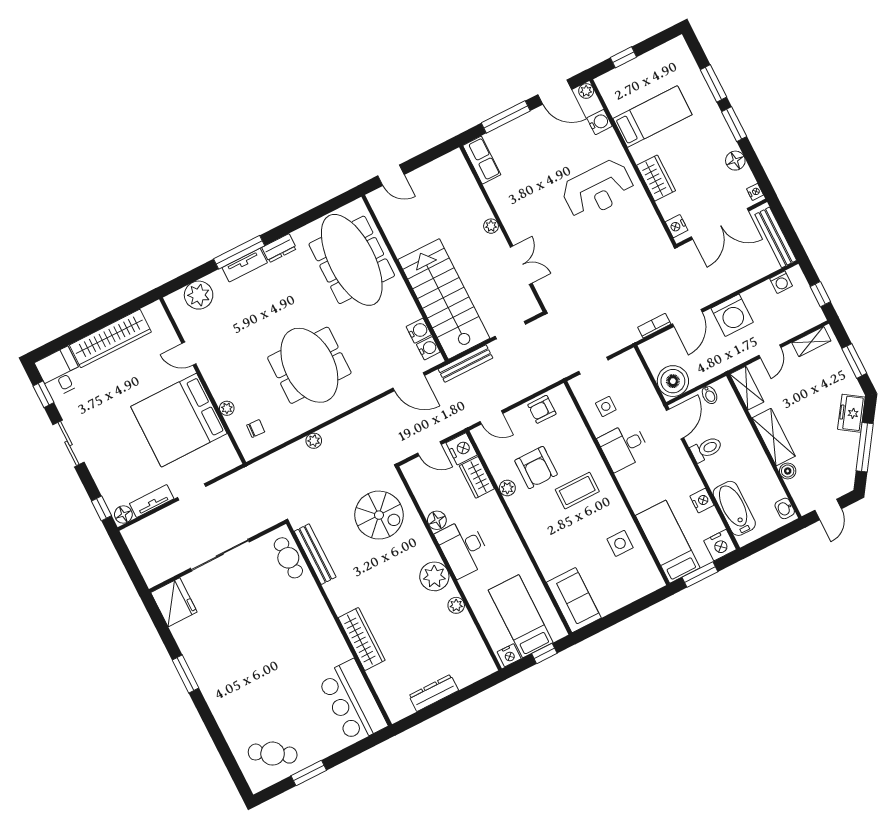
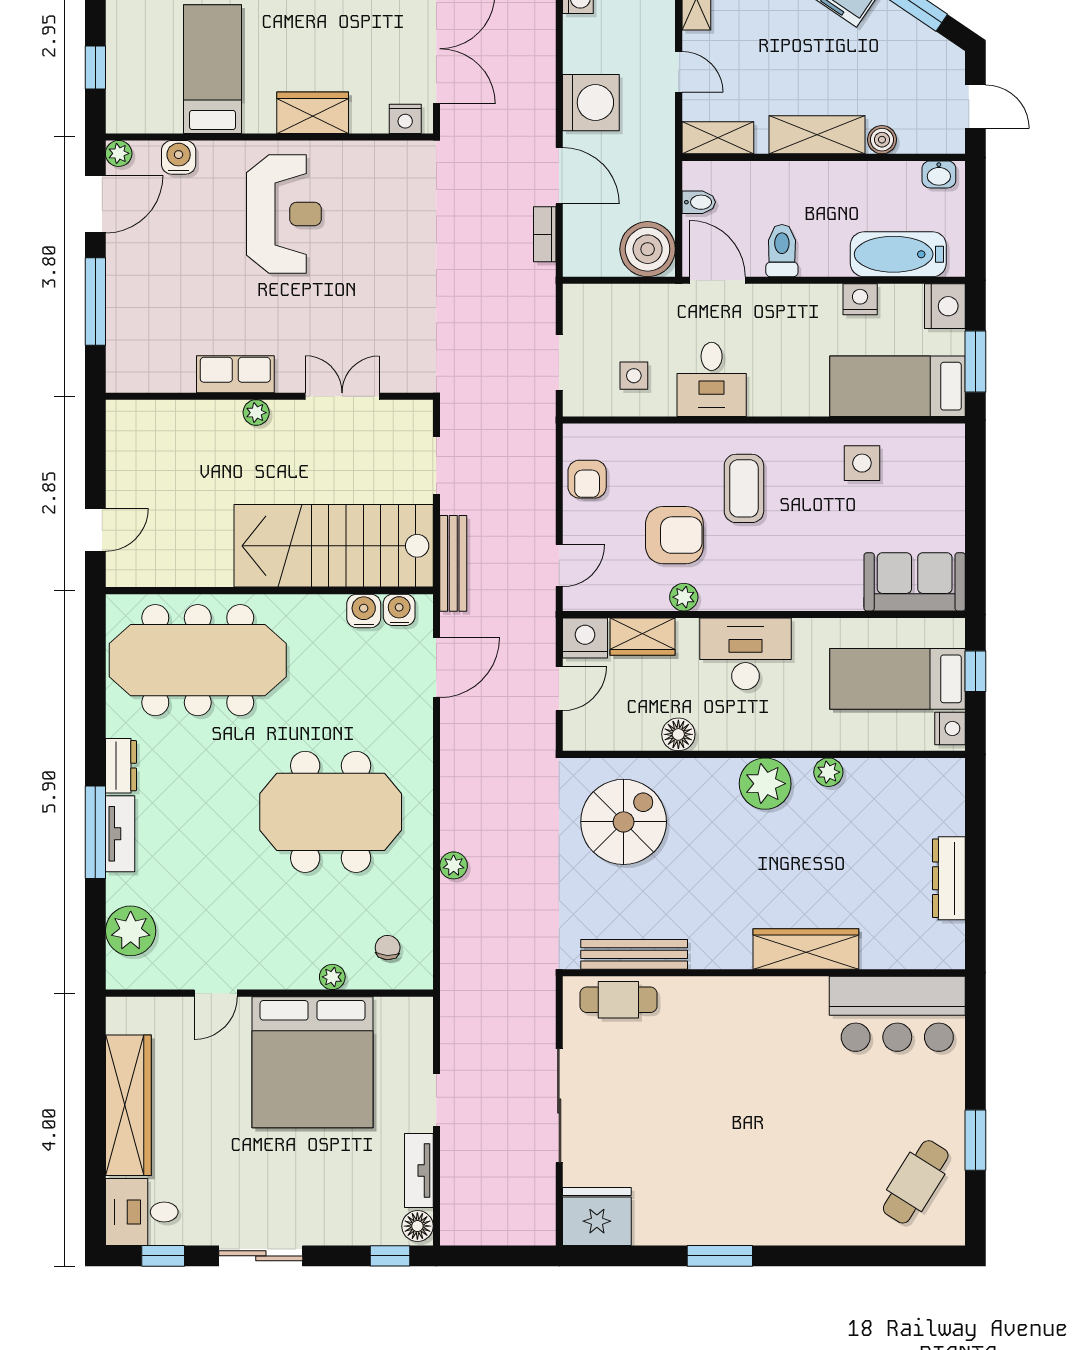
row of seats: (482, 160) -> (235, 374), moved
desk: (463, 548) -> (745, 654), moved, turned 180

